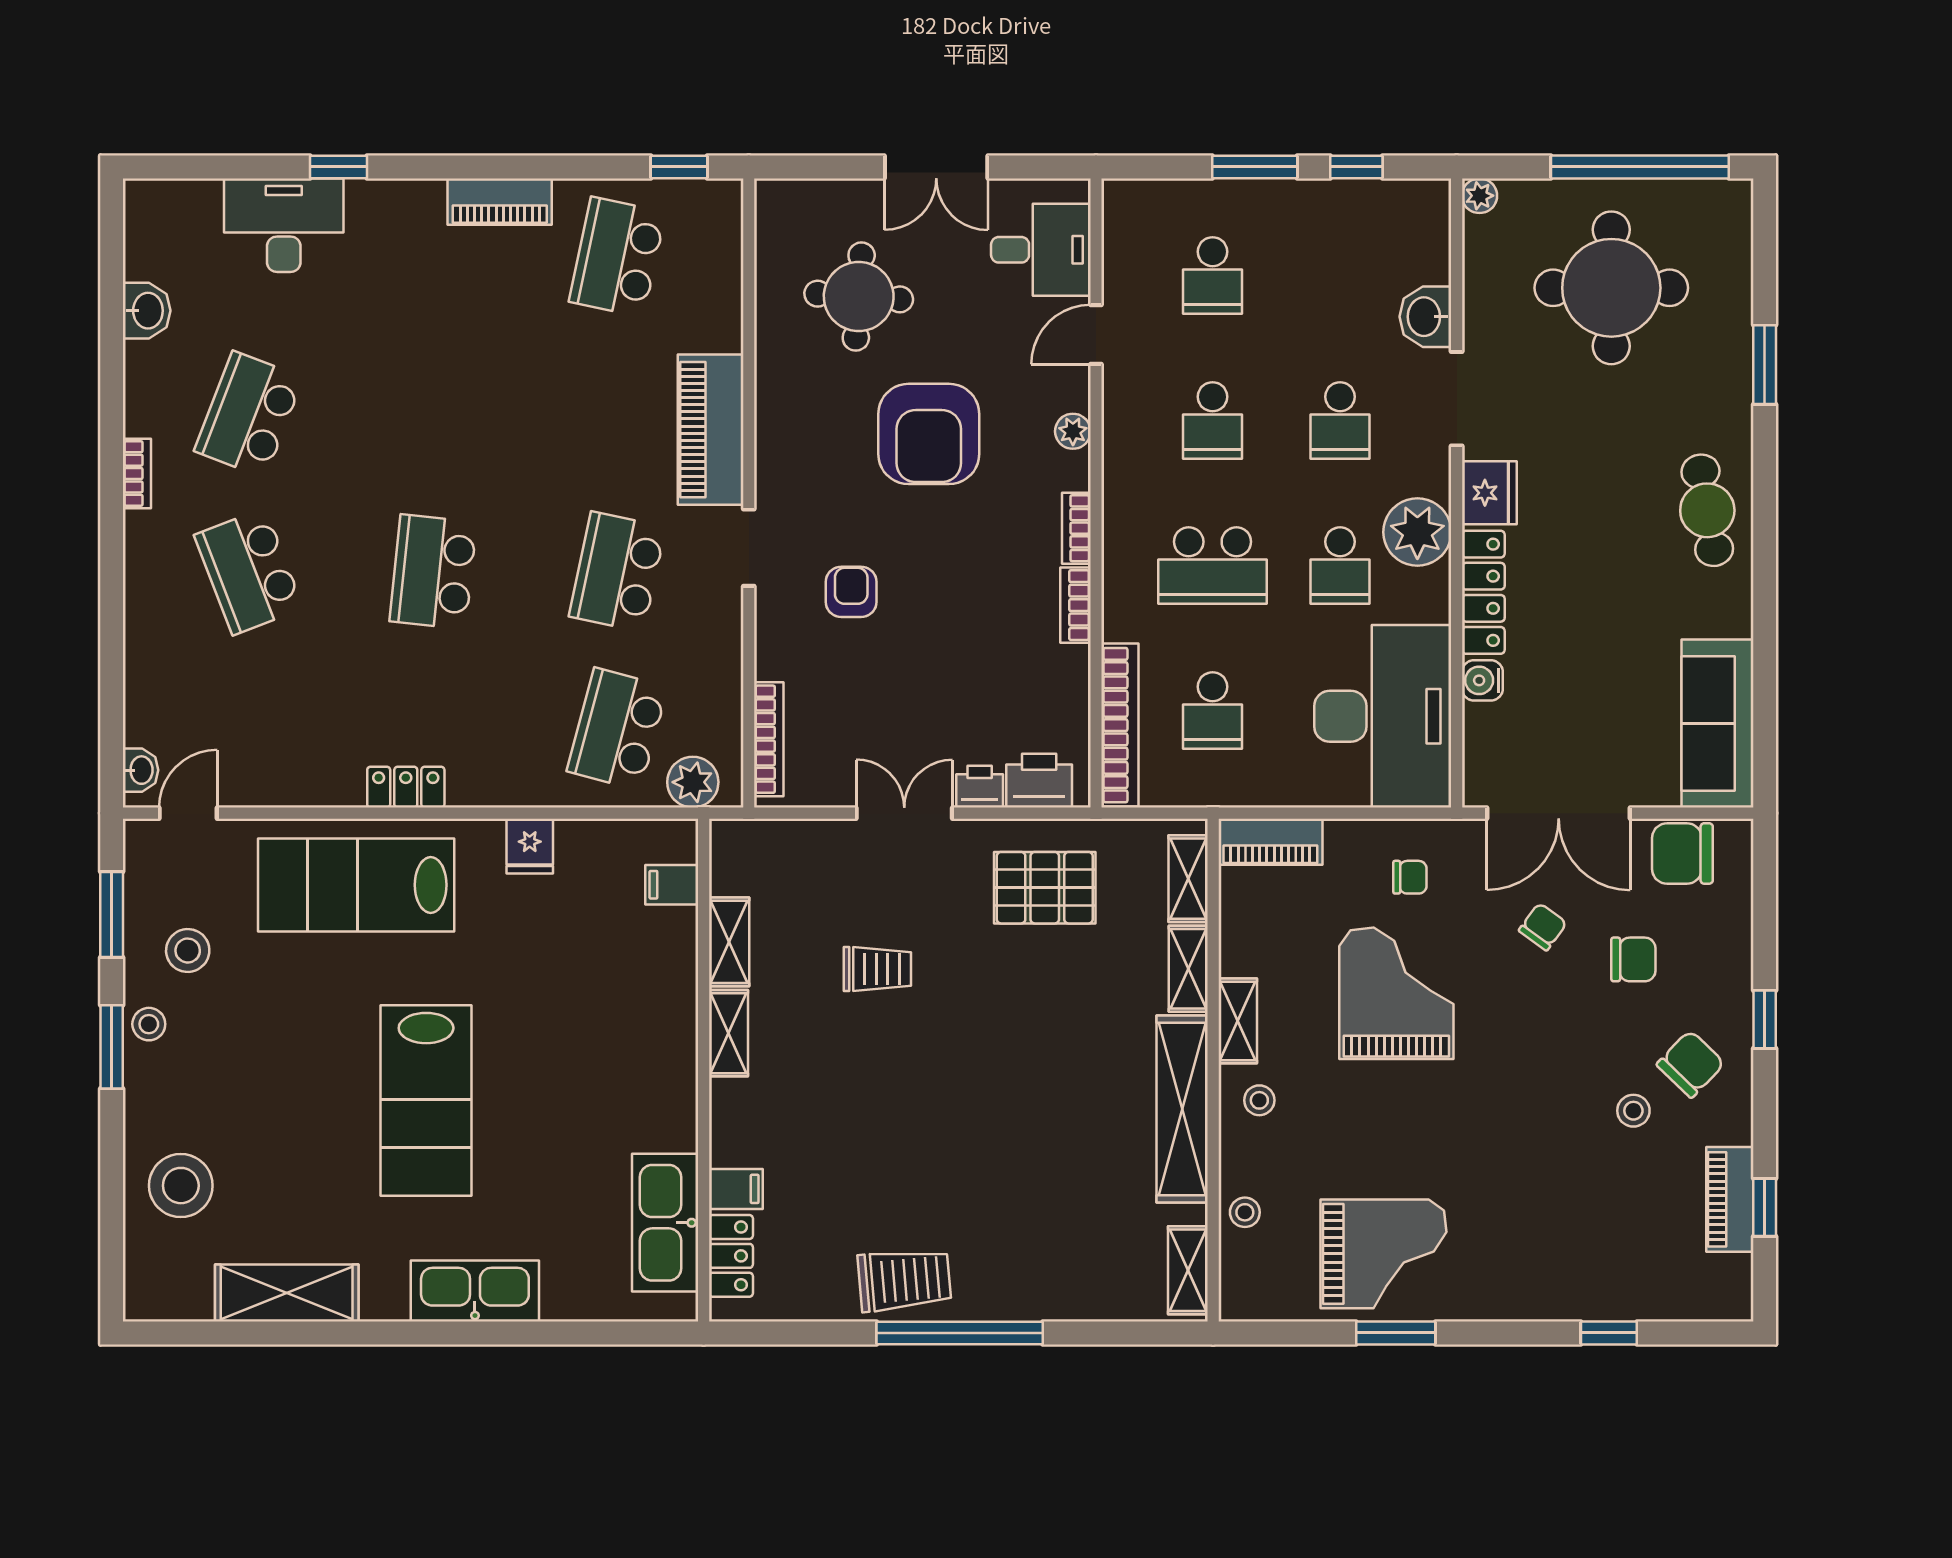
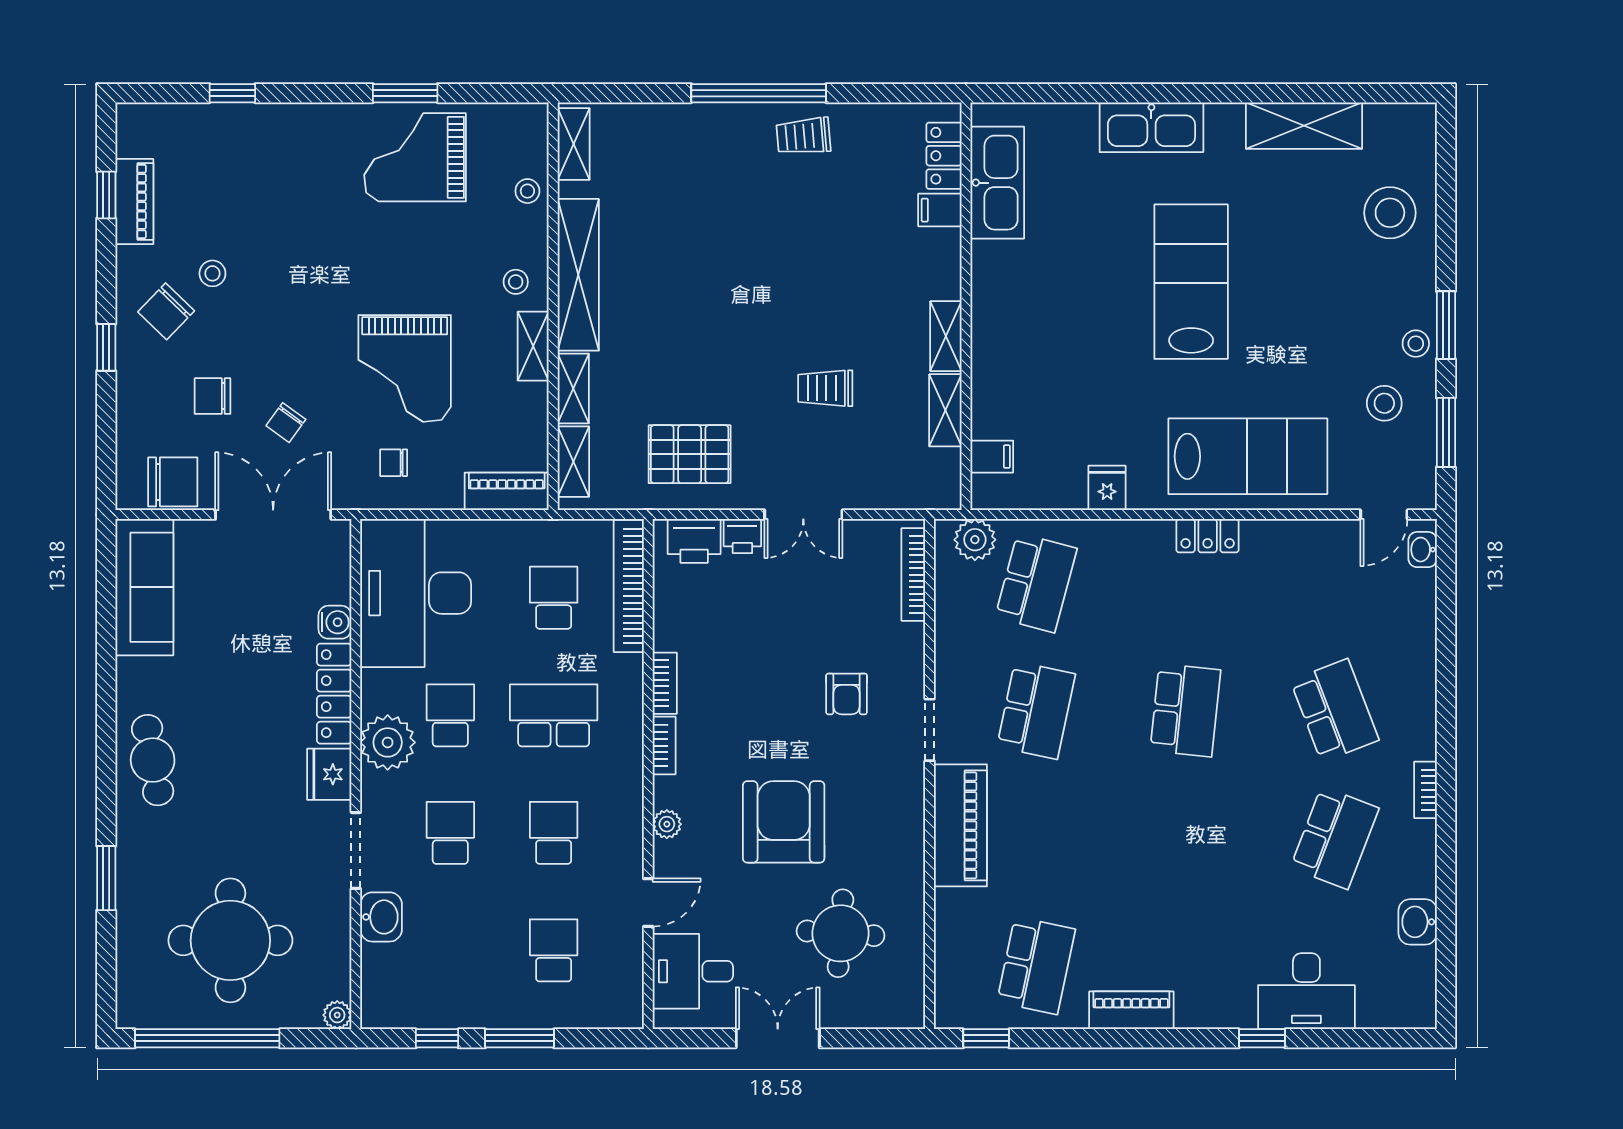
trolley: (904, 1280) -> (803, 136), width x0.73, depth x0.72

